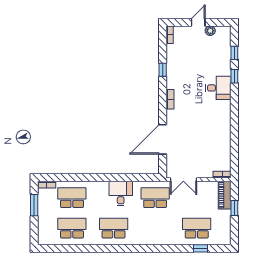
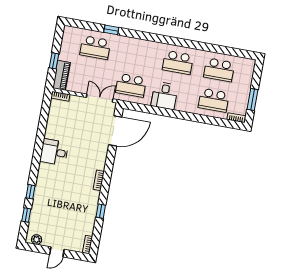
plant: (210, 31) -> (37, 240), moved
desk: (218, 88) -> (54, 152), moved
door: (163, 139) -> (115, 131), moved
window: (201, 248) -> (111, 30), moved

